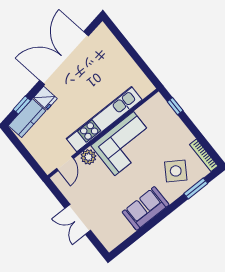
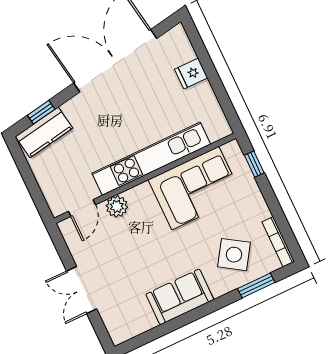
fridge: (45, 98) -> (191, 74), moved, turned 100
corner sofa: (124, 144) -> (195, 188), moved

